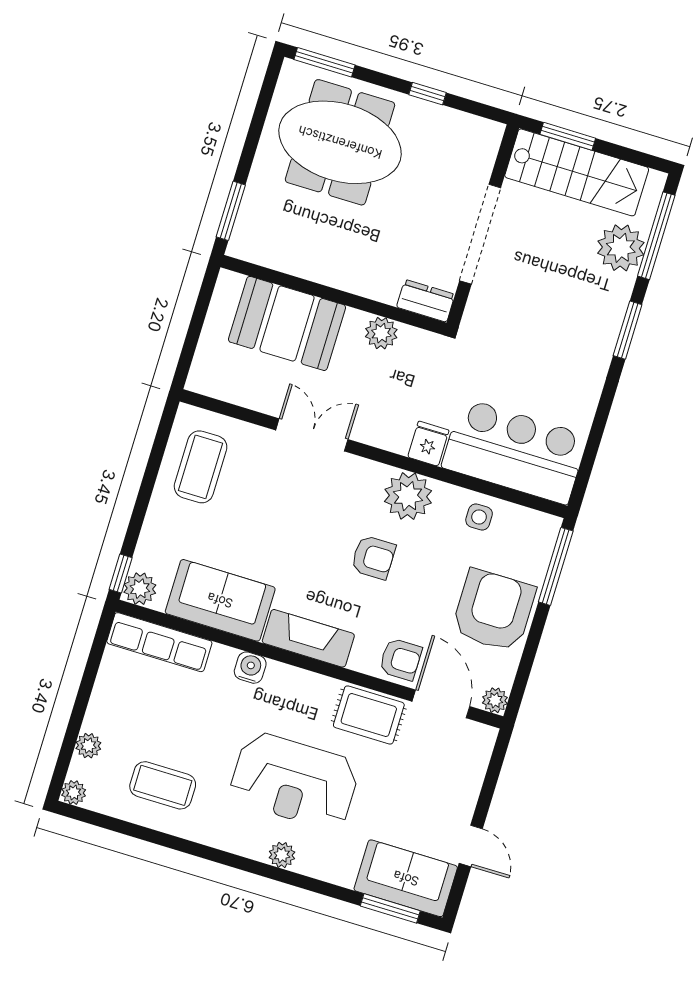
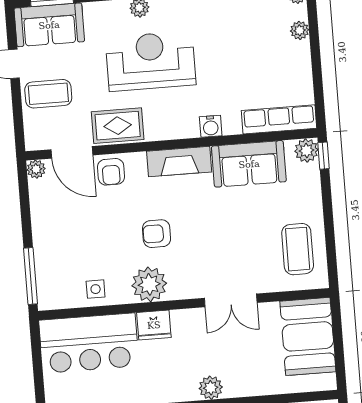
booth: (287, 323) -> (308, 336), moved, turned 90
fridge: (428, 444) -> (154, 325), width x1.38
armchair: (494, 610) -> (61, 230), removed
armchair: (400, 659) -> (111, 172), turned -90
coffee table: (163, 785) -> (48, 94), moved

